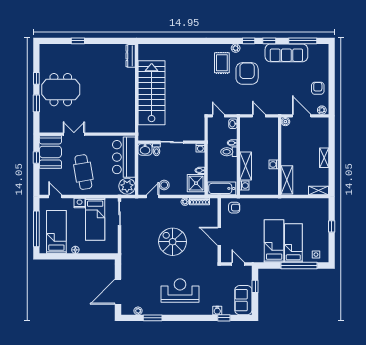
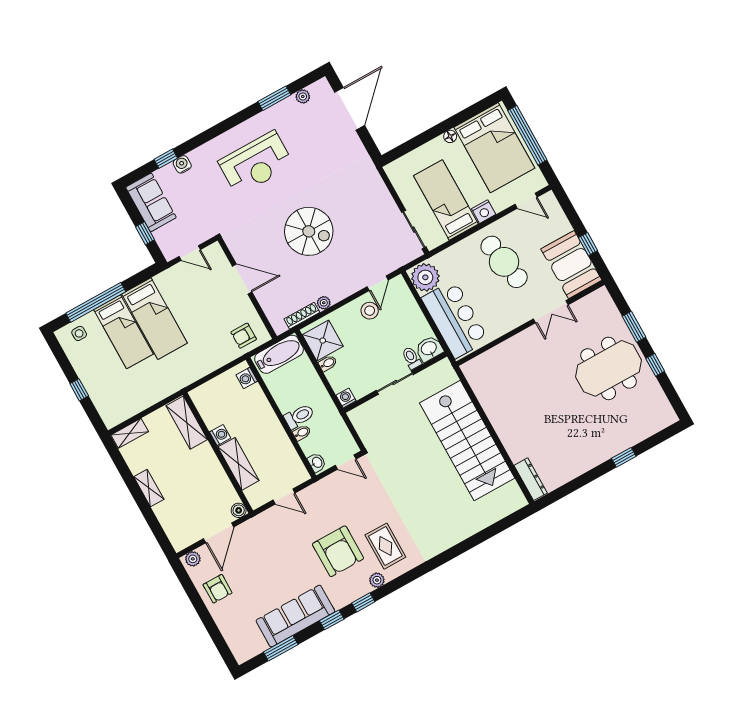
window: (303, 41) -> (281, 648), width x0.69
door: (302, 116) -> (219, 533), hinge flipped
shelving: (246, 166) -> (238, 464), moved
bed: (56, 232) -> (494, 148), width x1.50

